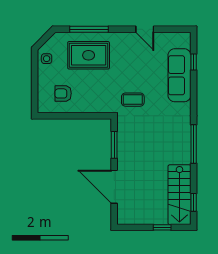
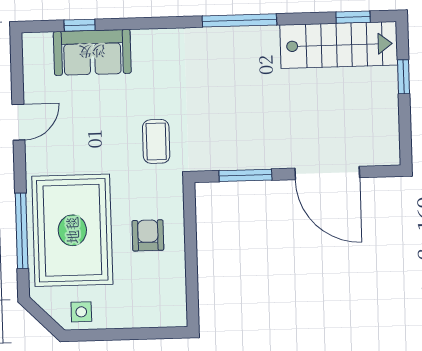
rug: (89, 55) -> (72, 230), width x1.37, depth x1.44
sofa: (179, 75) -> (92, 52), width x0.73
armchair: (63, 93) -> (148, 235), moved, turned 180
door: (114, 187) -> (327, 173), hinge flipped

